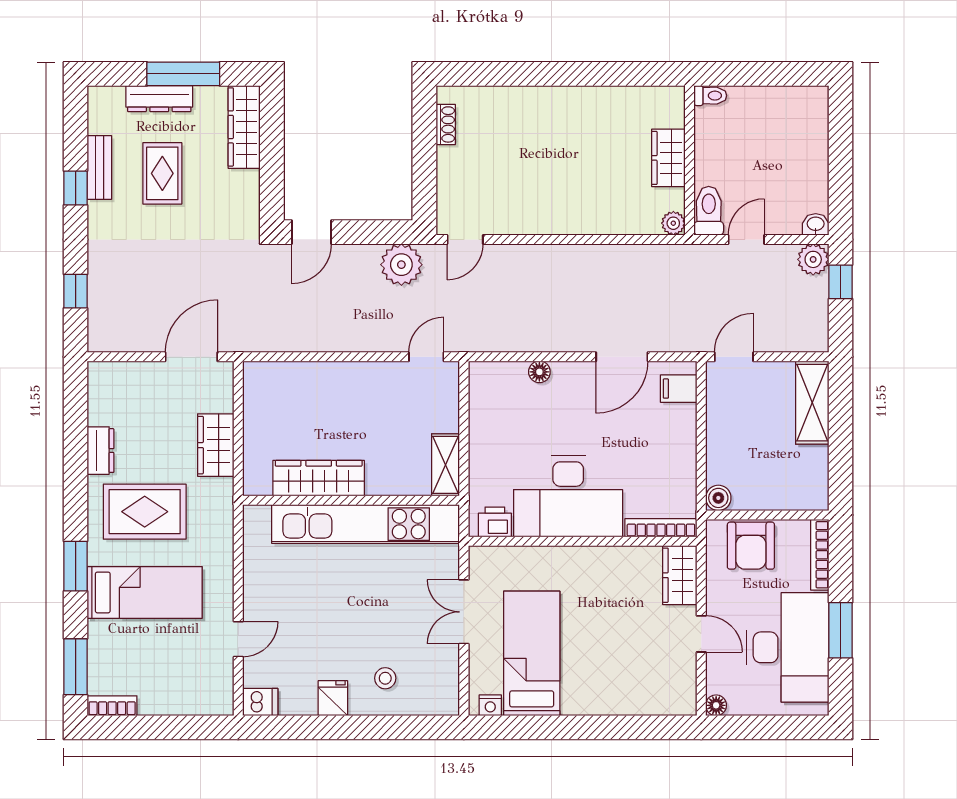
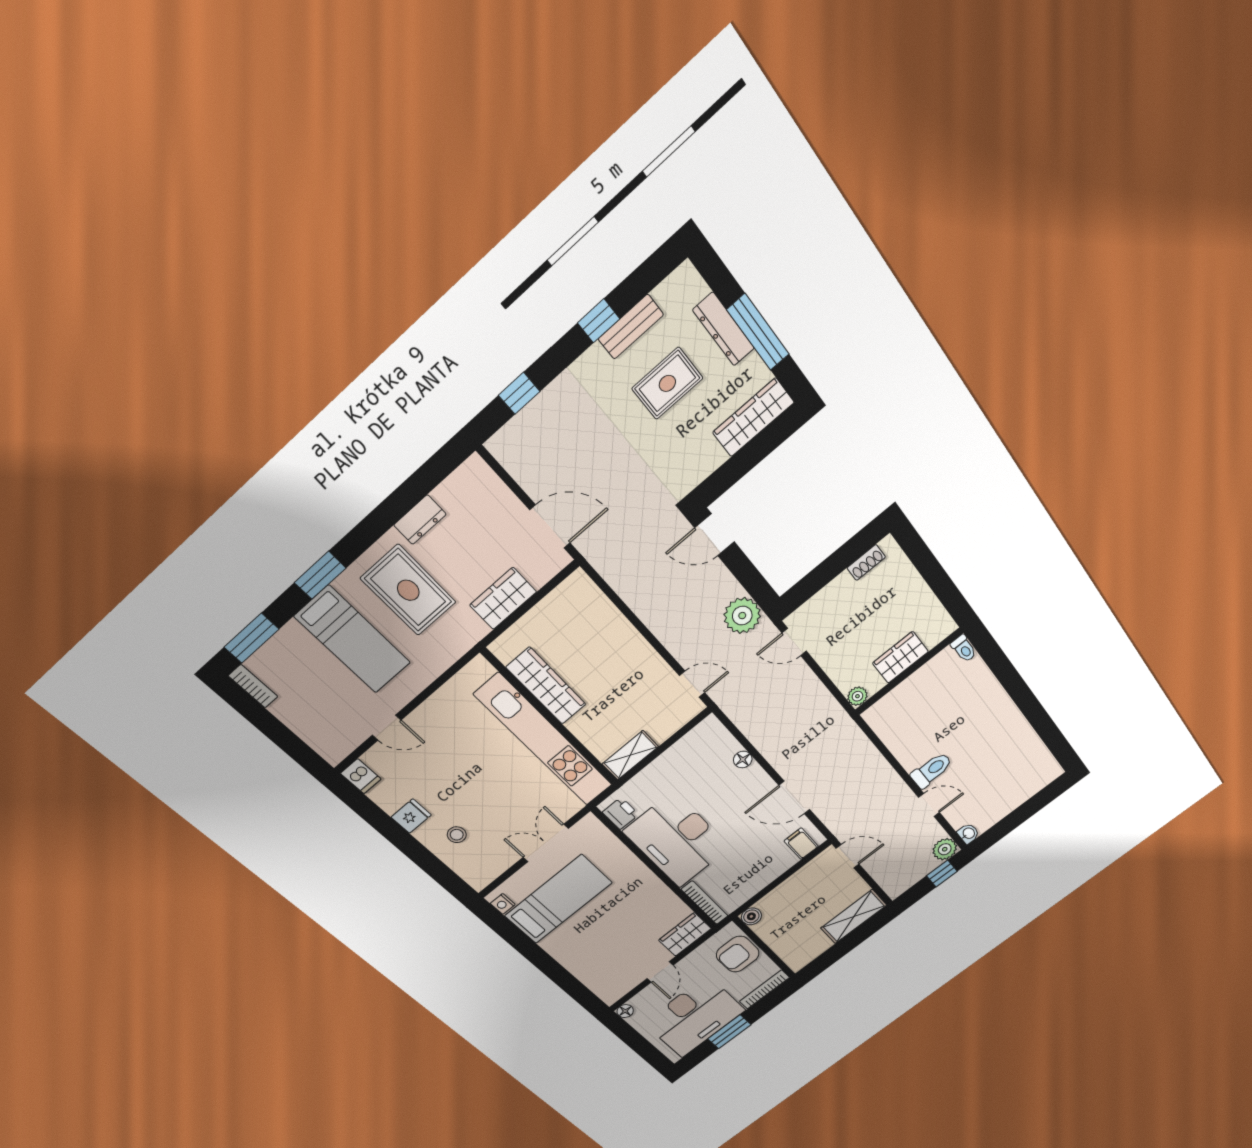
toilet: (710, 96) -> (964, 649), moved
wardrobe: (668, 158) -> (900, 657), moved
wall: (690, 160) -> (909, 672), moved
plant: (673, 223) -> (857, 696), moved

